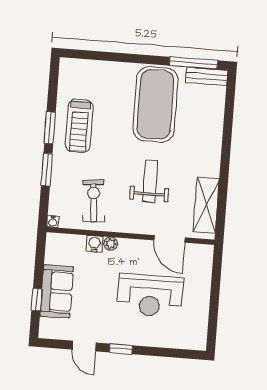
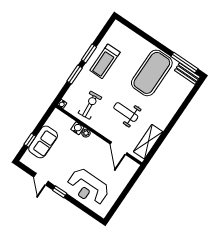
weight bench: (150, 181) -> (126, 112), turned -90
reception desk: (150, 296) -> (88, 187), moved

